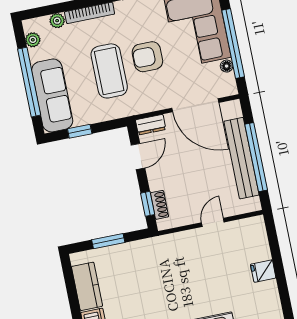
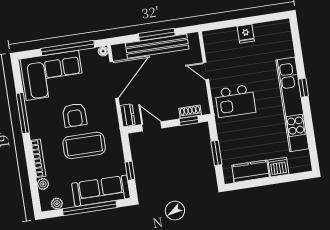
floor lamp: (227, 66) -> (103, 51), moved
window: (256, 157) -> (157, 35), width x0.68
kitchen island: (176, 262) -> (235, 101), added

